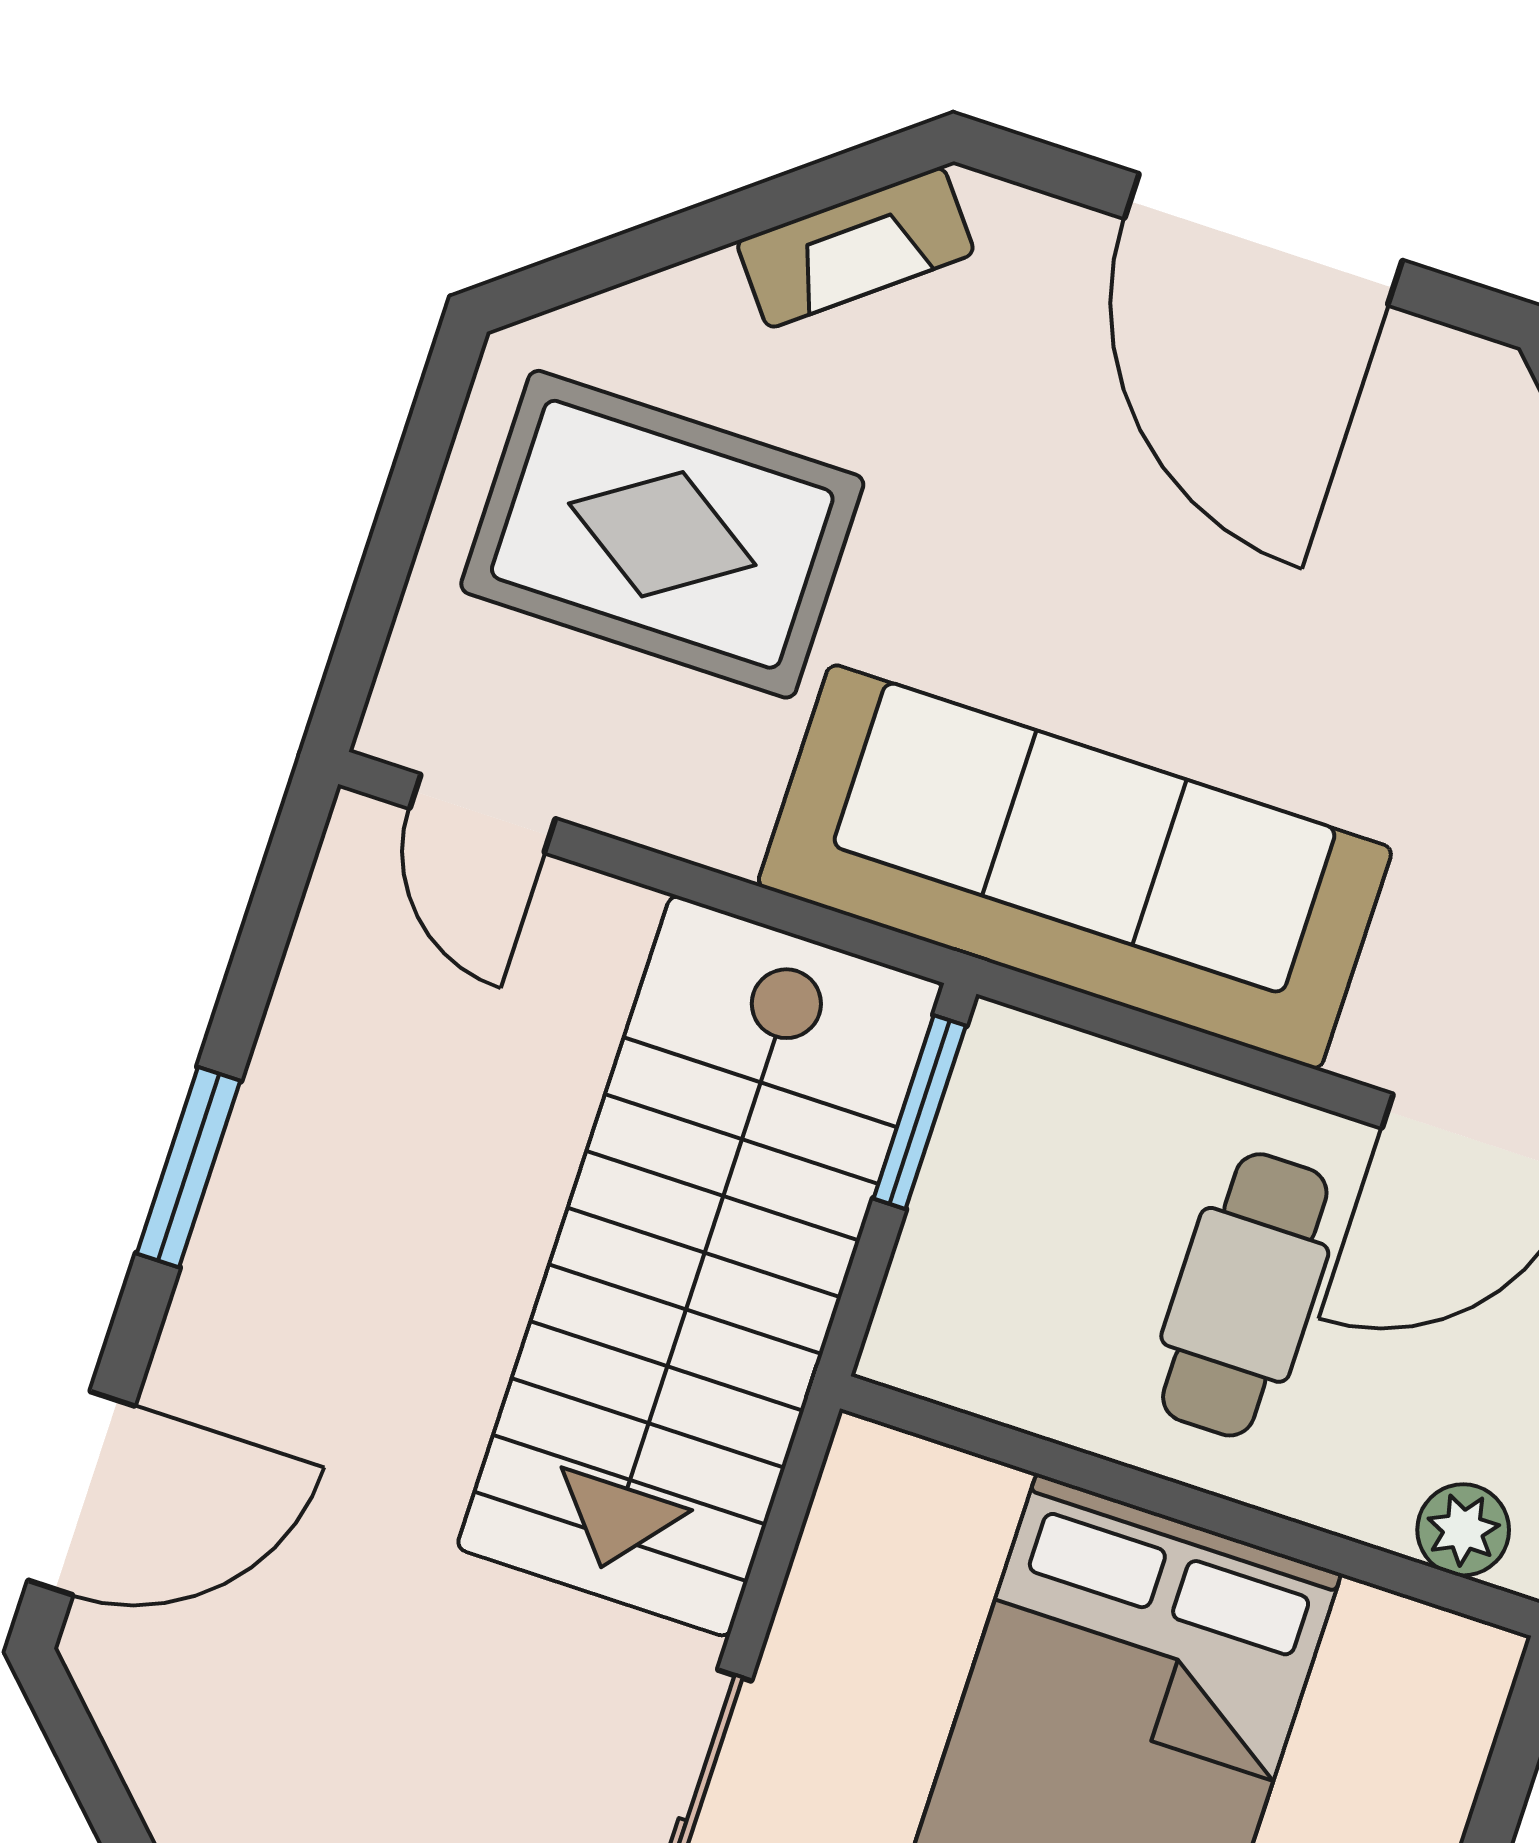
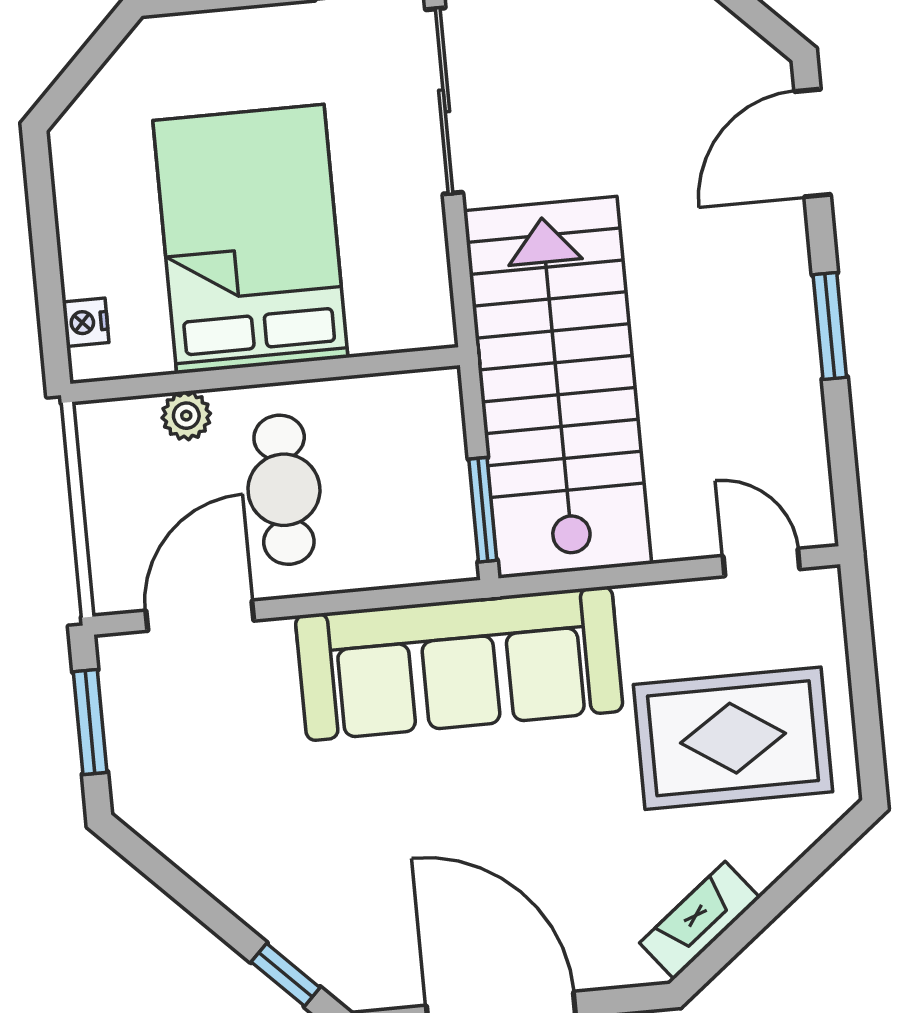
plant: (1463, 1530) -> (186, 416), moved
nightstand: (1459, 1730) -> (86, 322), added

